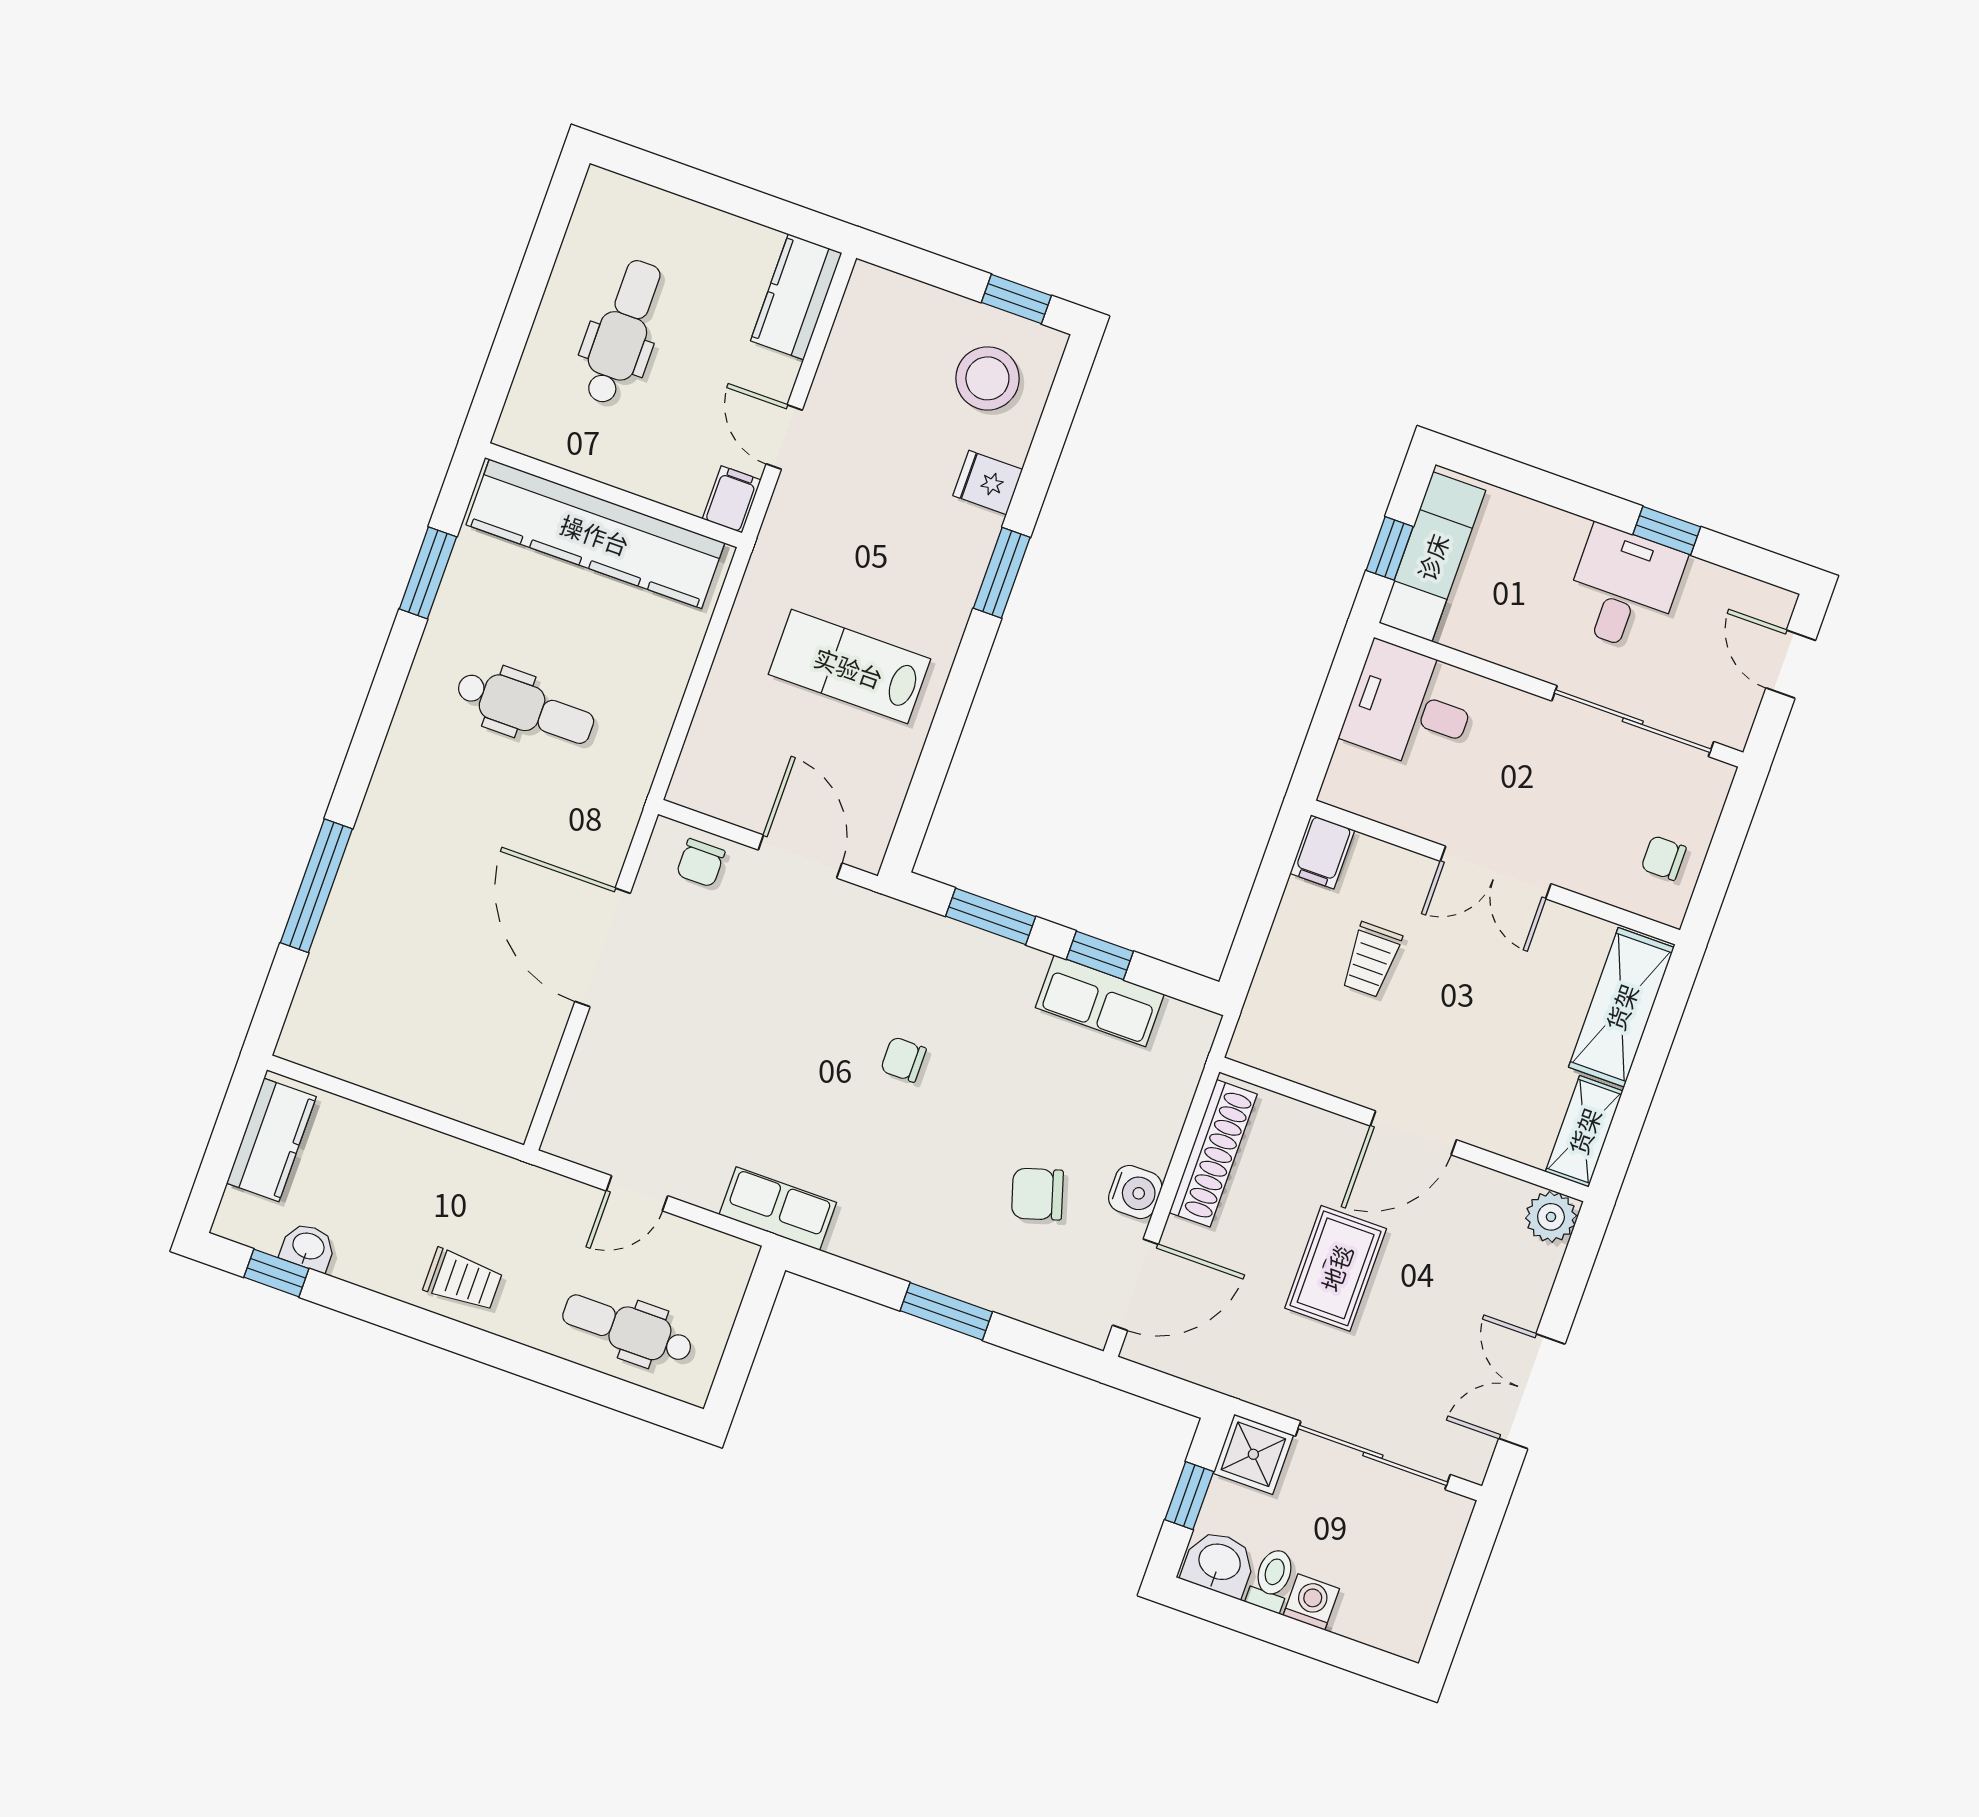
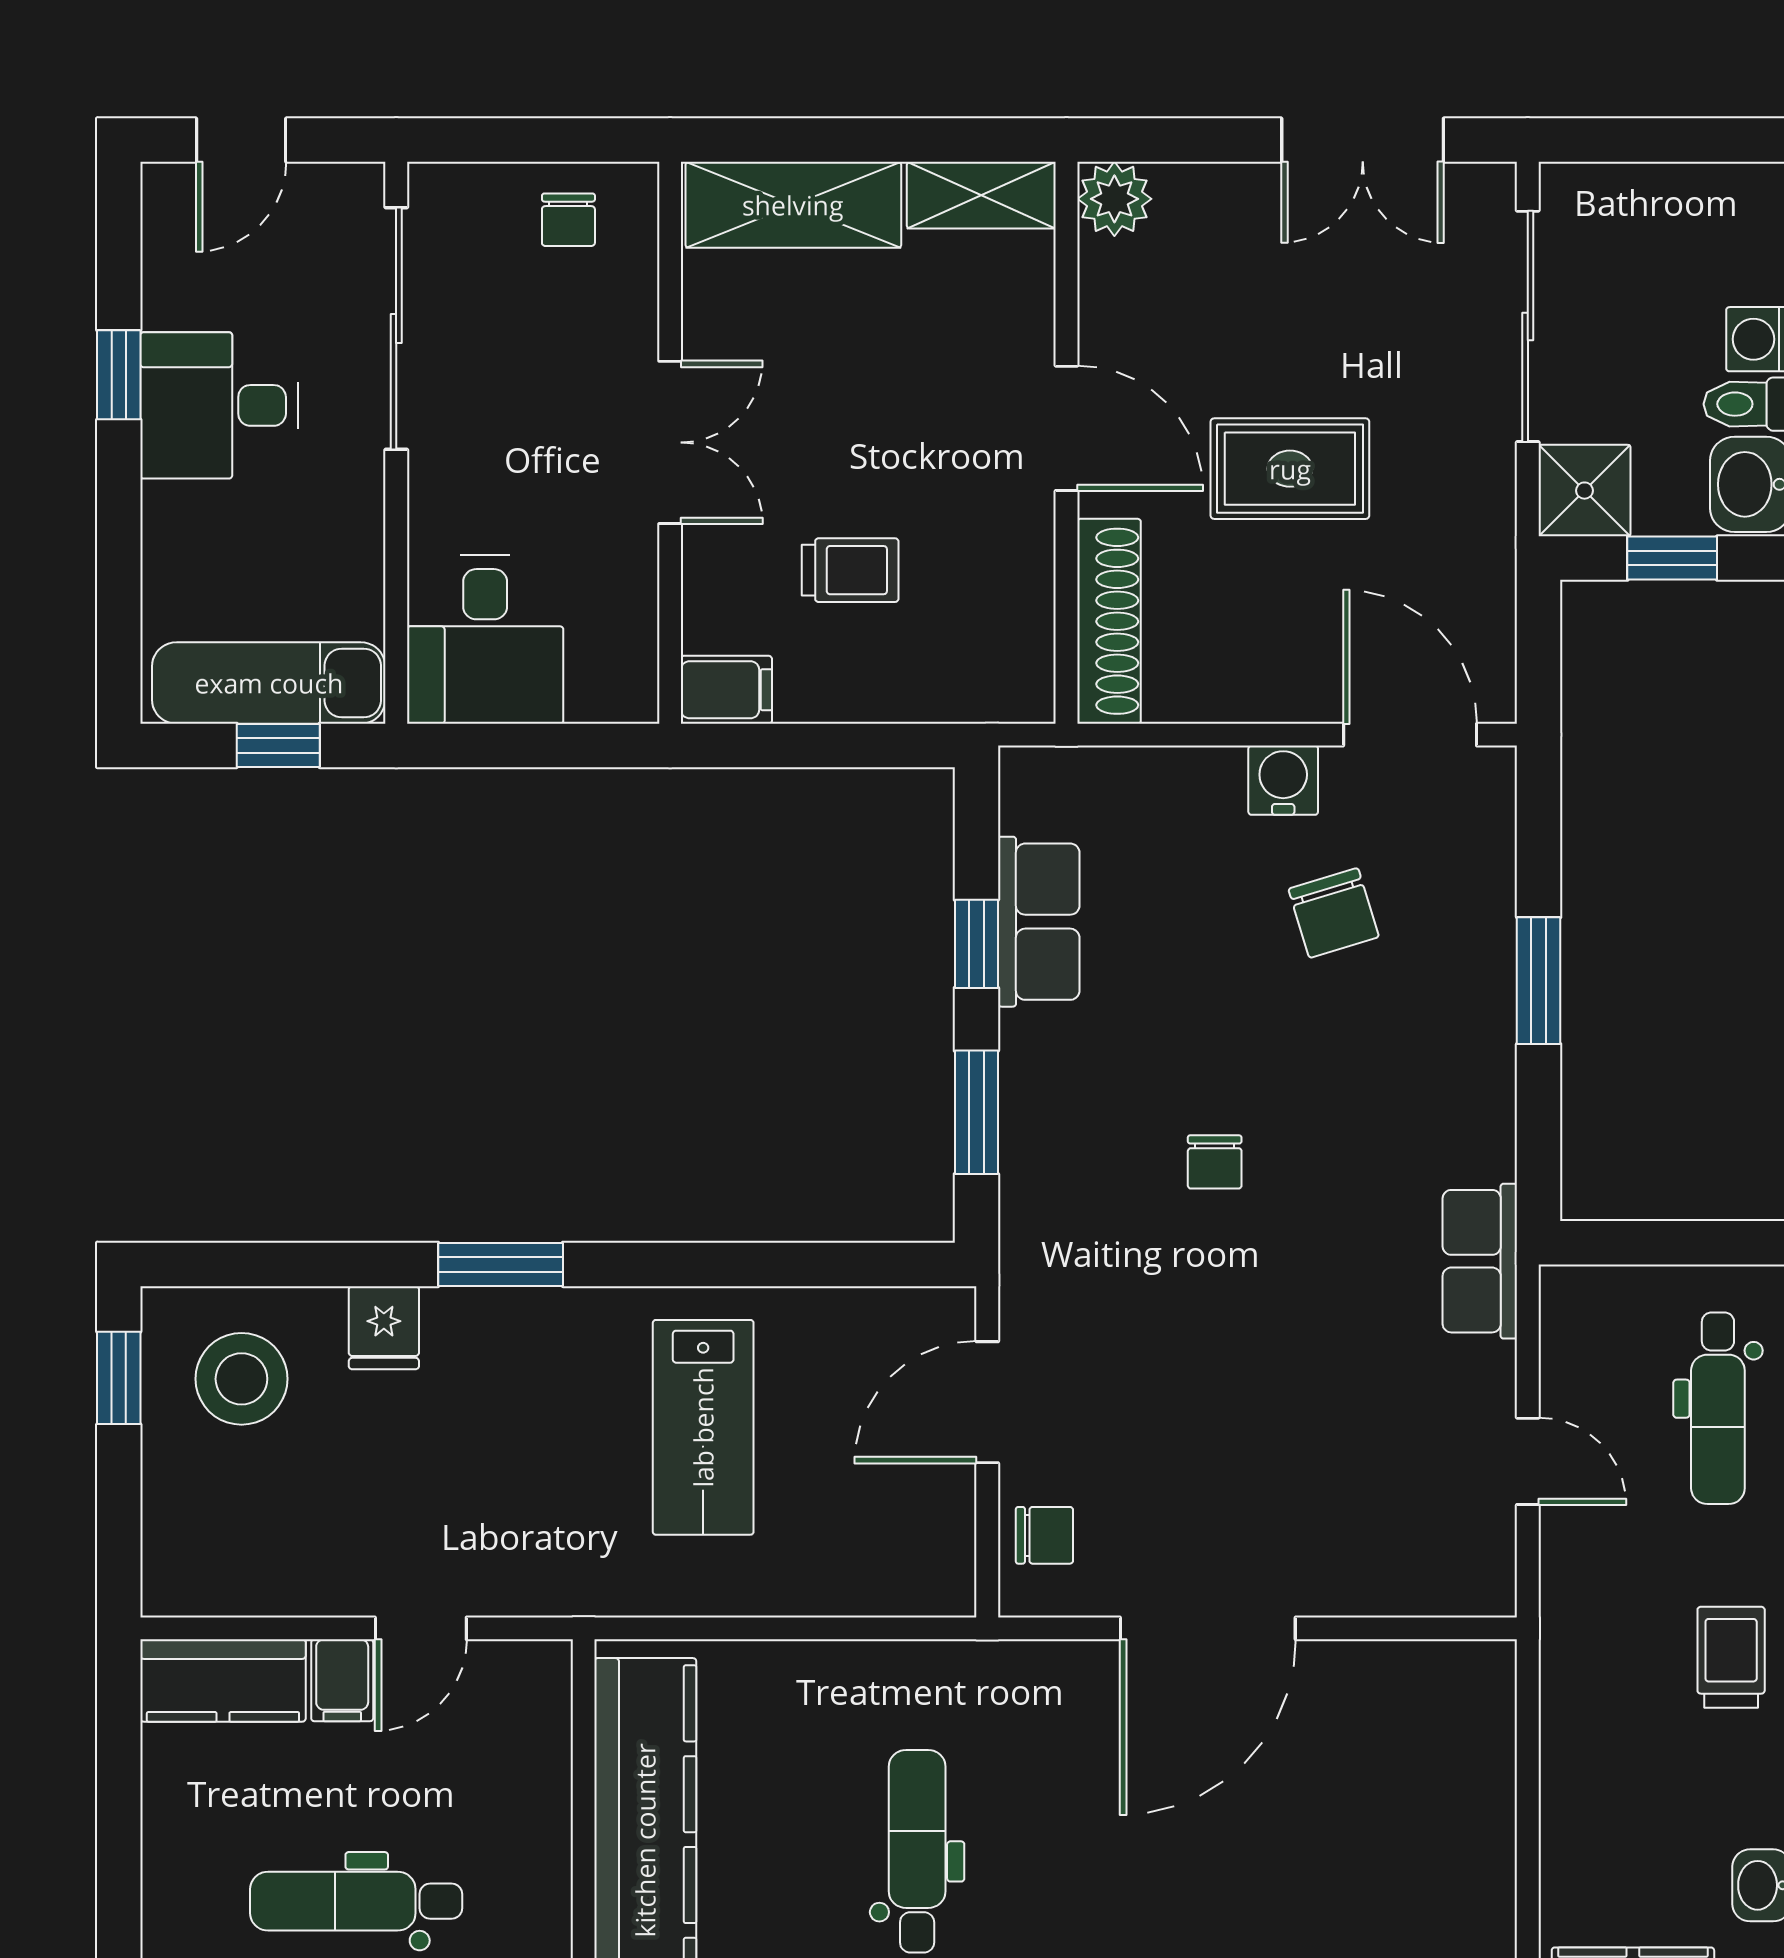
filing cabinet: (732, 499) -> (342, 1680), moved, turned -90
shoe rack: (1213, 1153) -> (1109, 621), moved, turned 90

